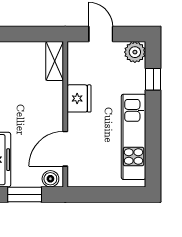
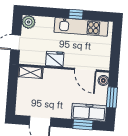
window: (153, 79) -> (76, 14), moved

